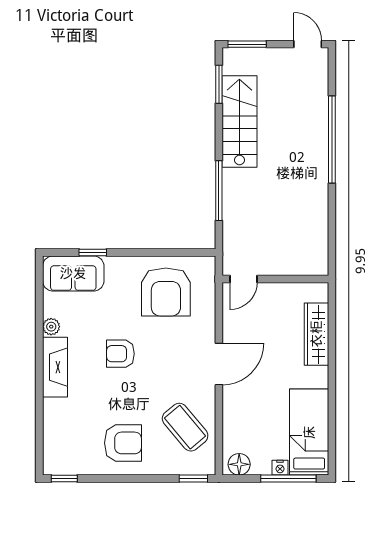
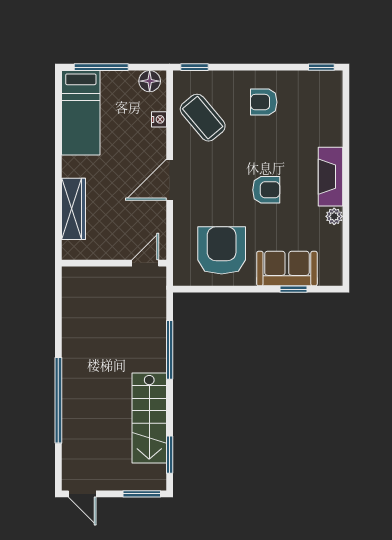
sofa: (73, 273) -> (287, 269), moved
armchair: (123, 443) -> (264, 102), width x0.72, depth x0.72
nightstand: (280, 468) -> (159, 119), moved, turned 90

